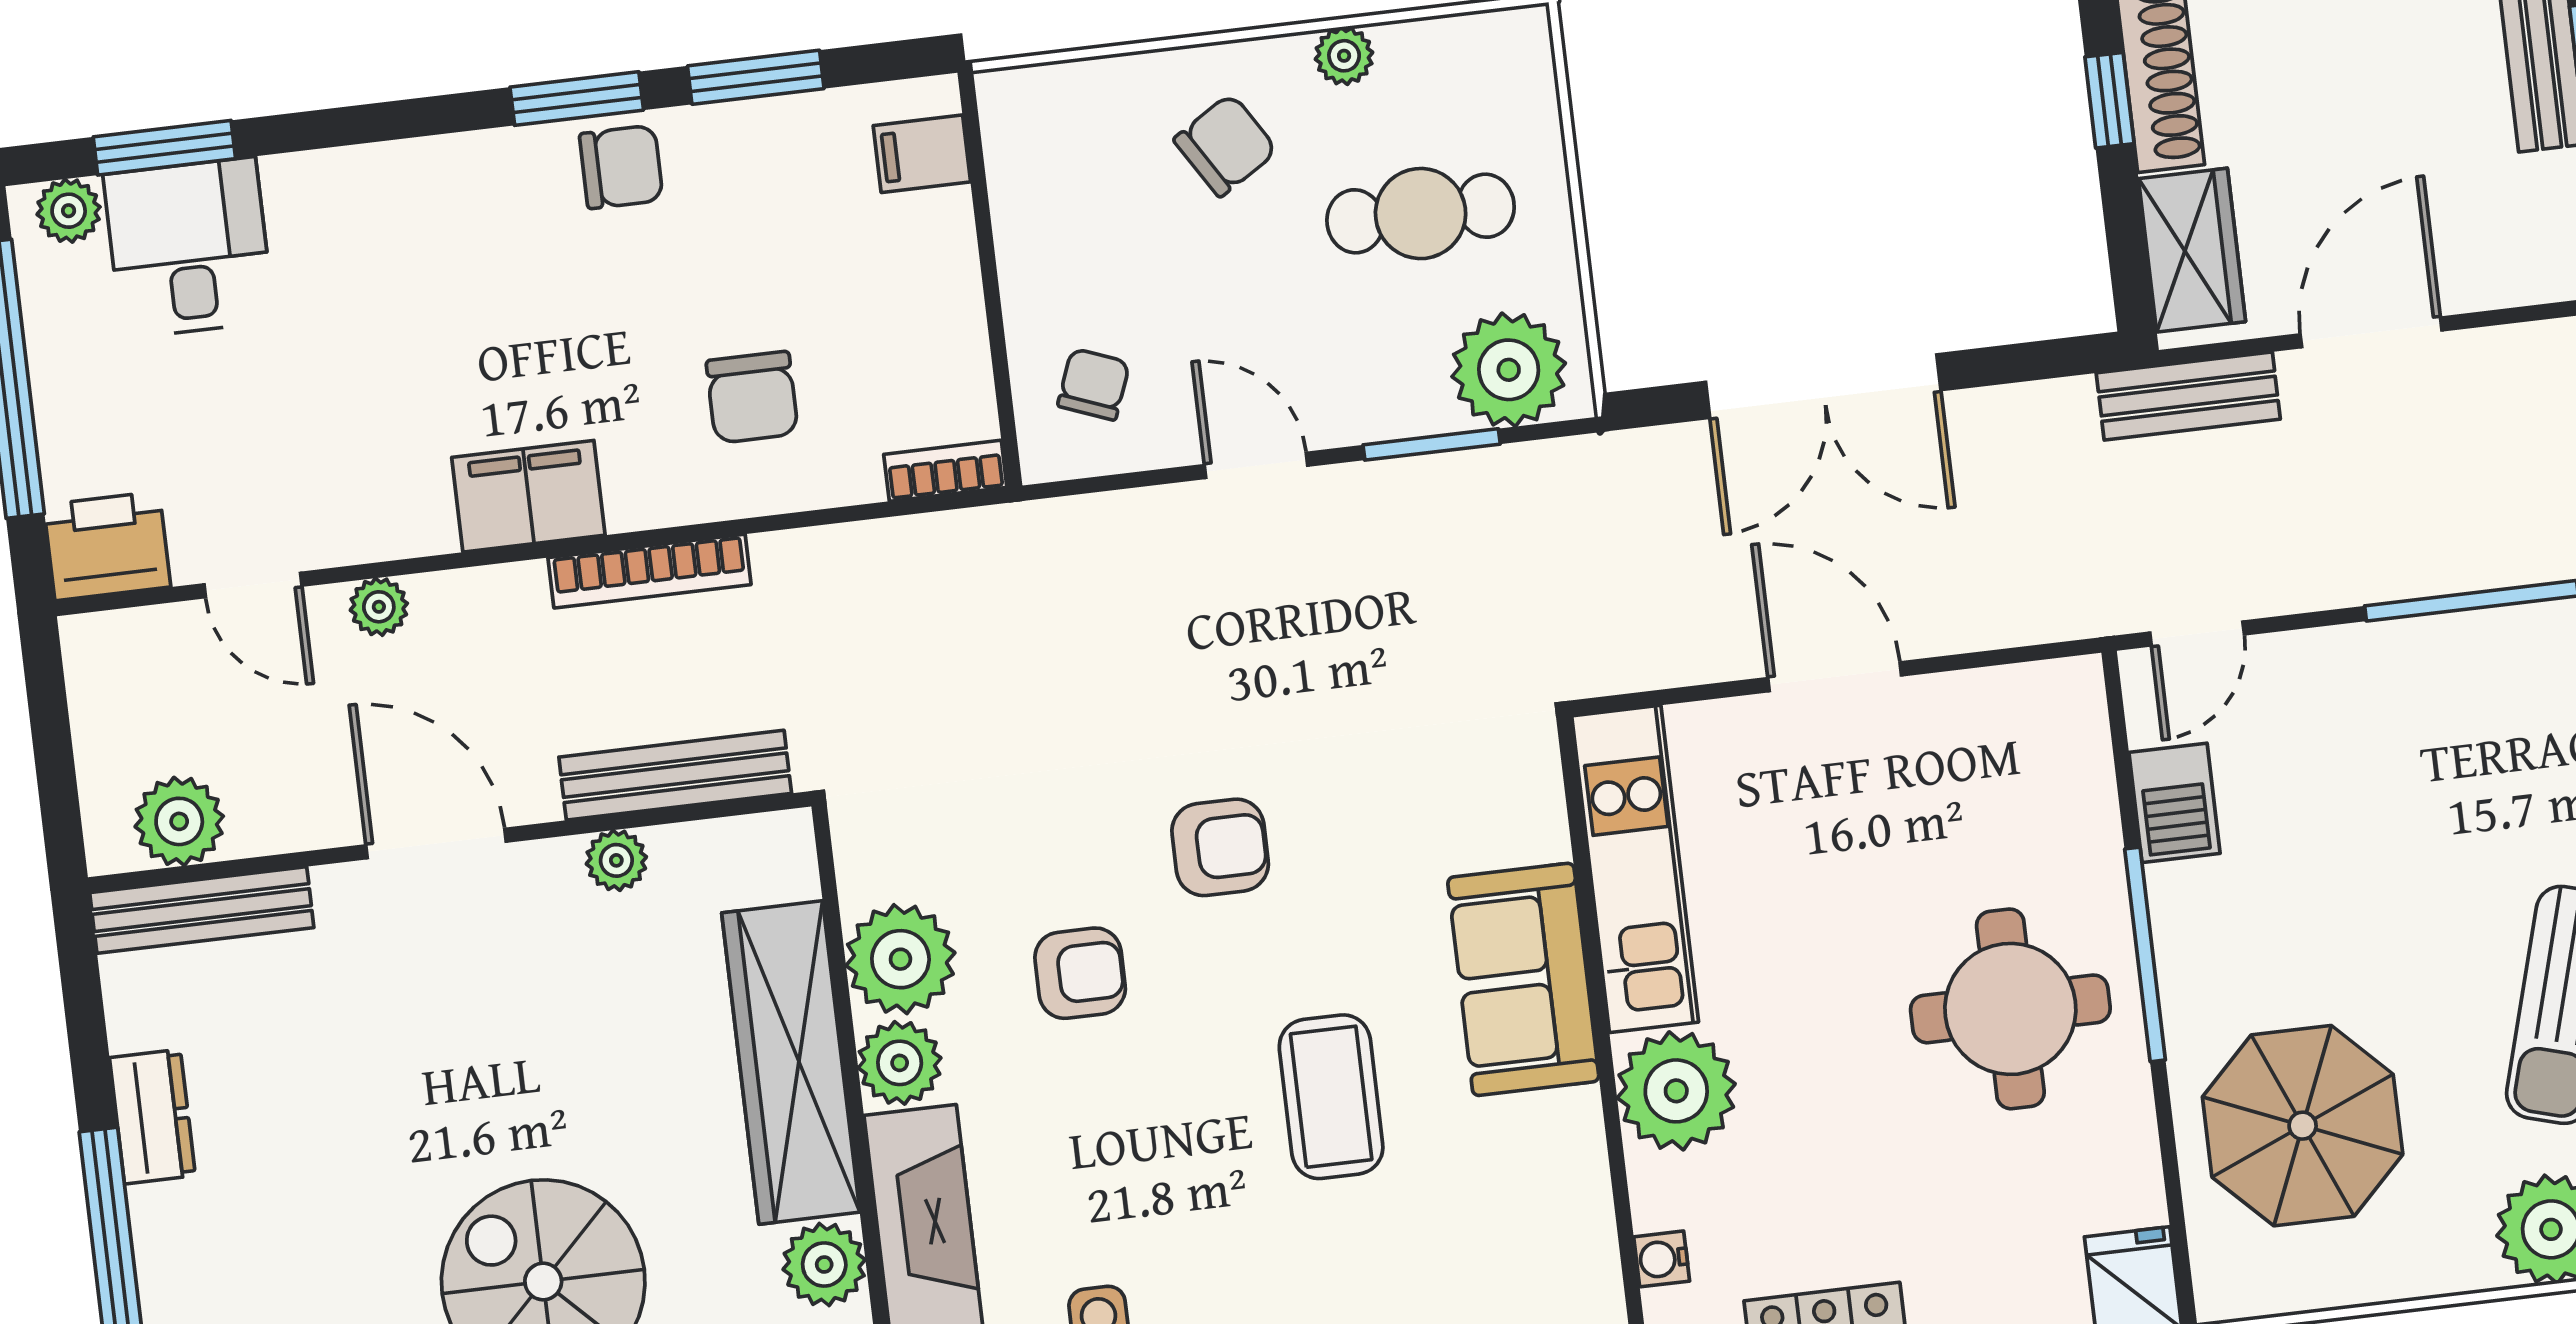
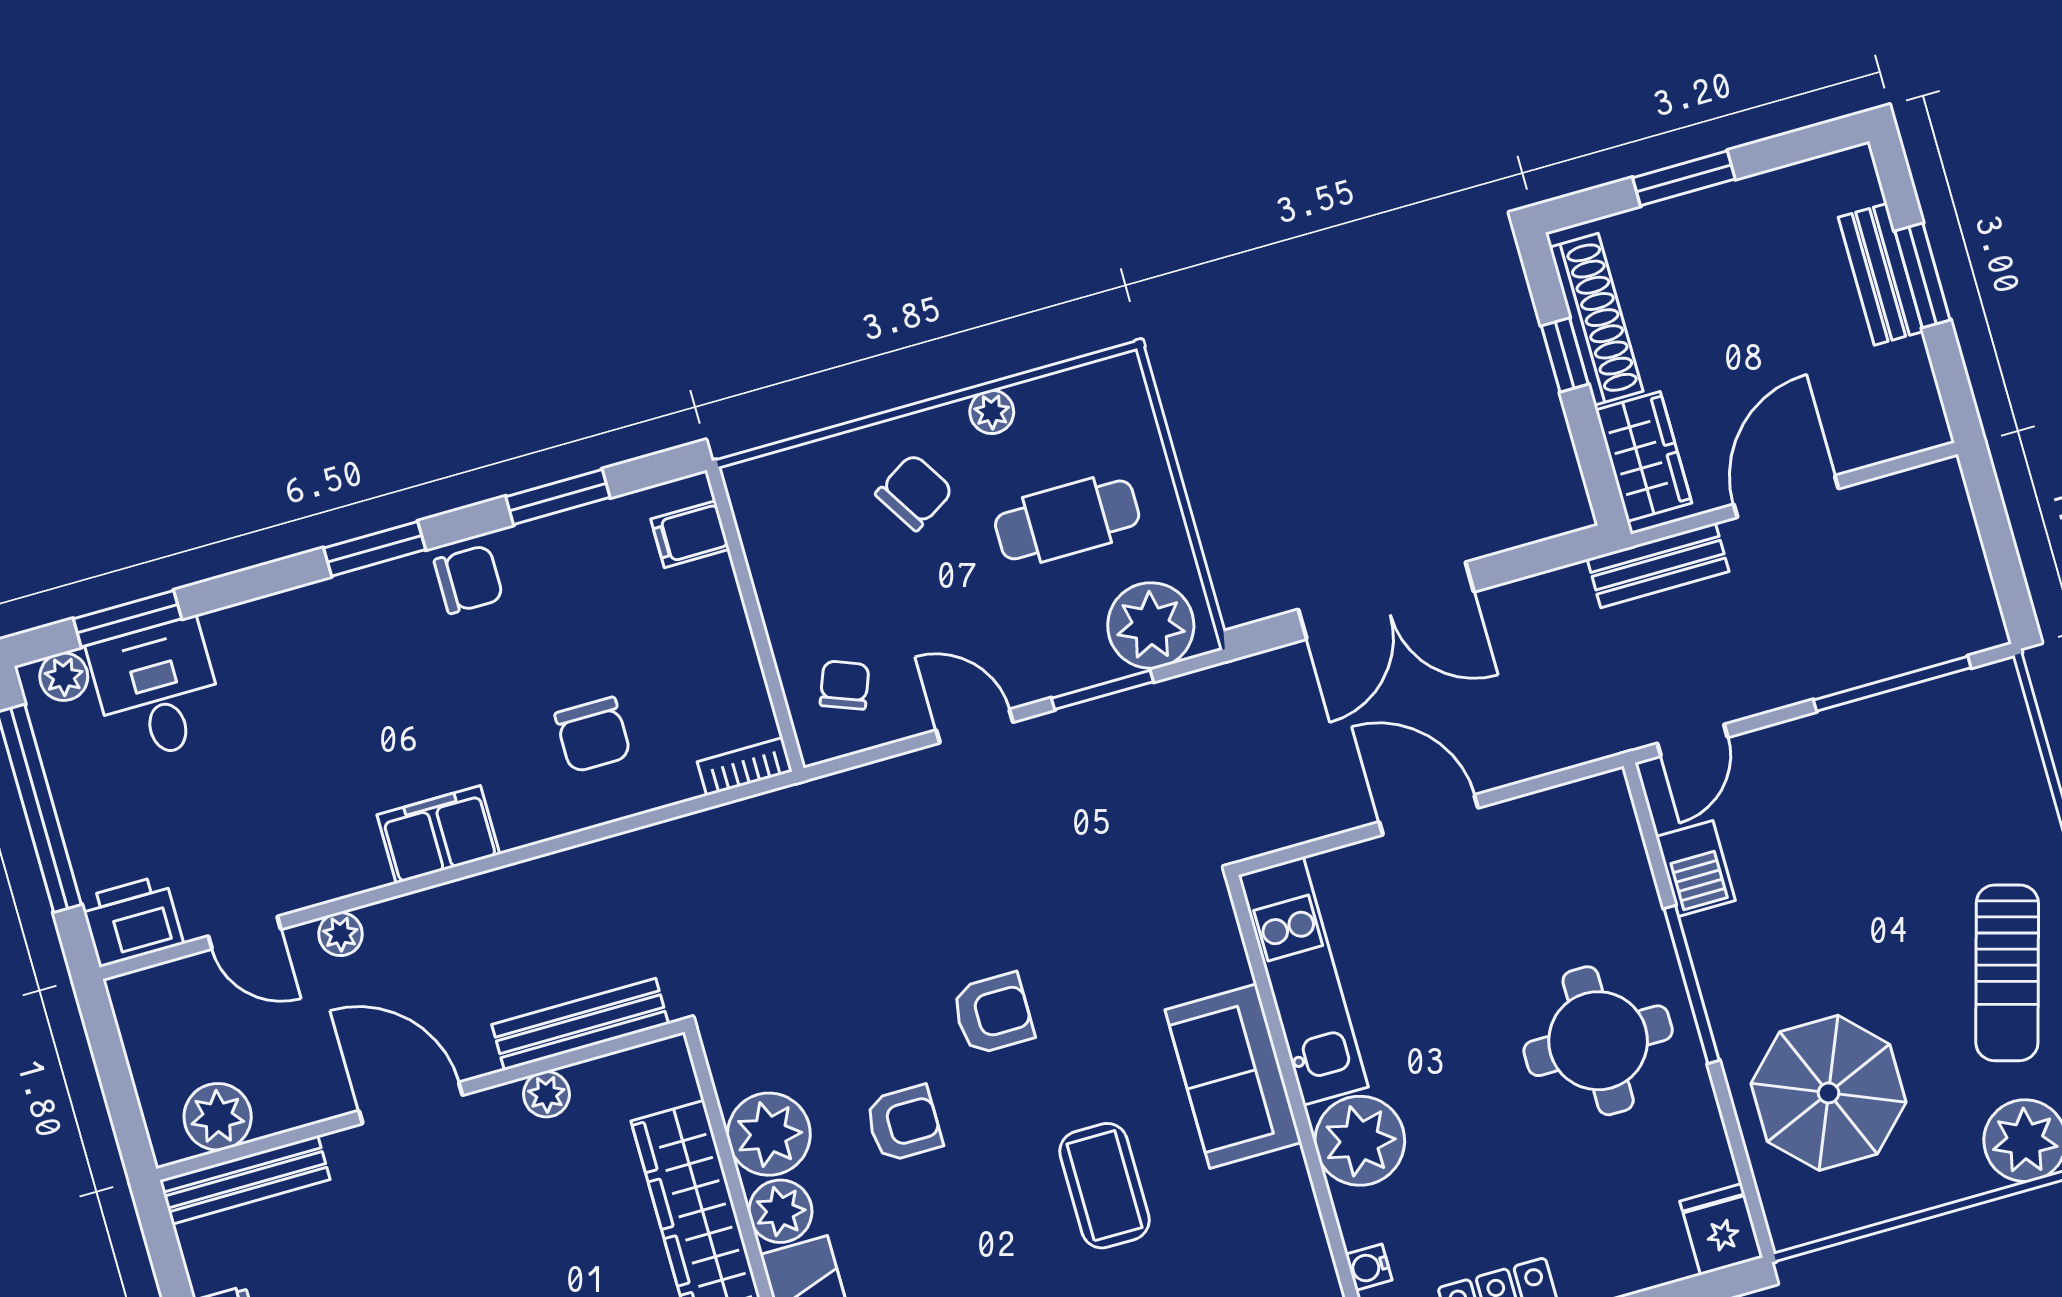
window: (577, 99) -> (375, 549), moved
bookcase: (650, 571) -> (537, 876), removed

